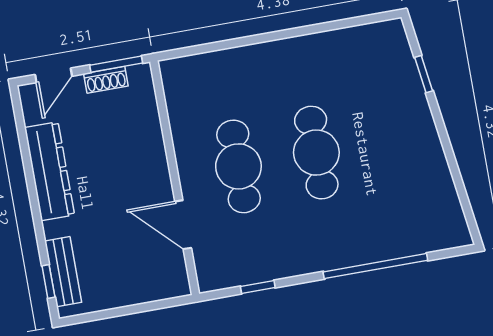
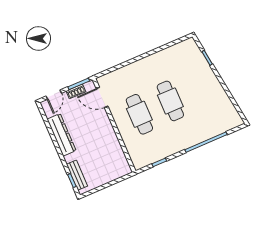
door: (183, 225) -> (102, 97), moved

